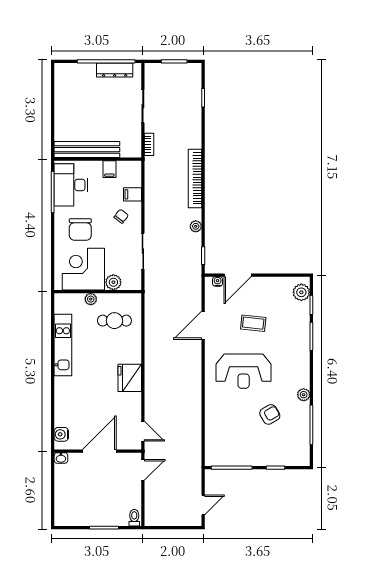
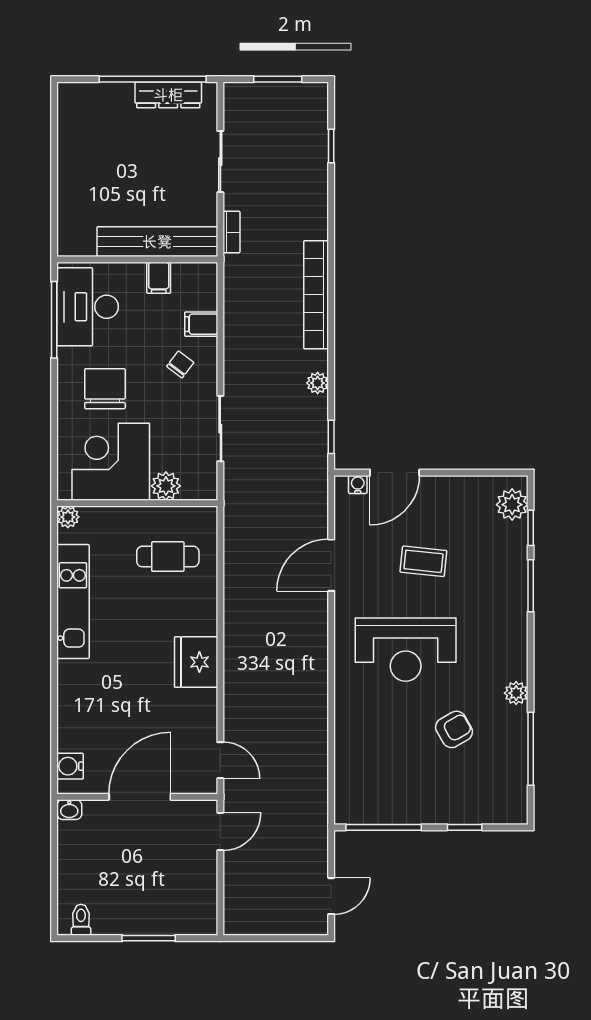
bench: (87, 150) -> (157, 242), moved
chair: (80, 229) -> (105, 389), turned 180
plant: (91, 299) -> (68, 517), moved
toilet: (134, 518) -> (81, 920), moved

